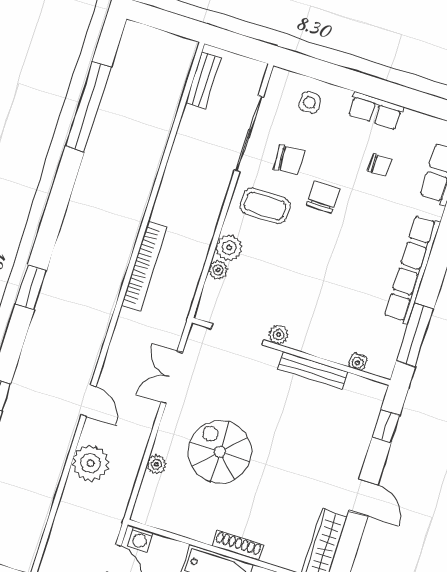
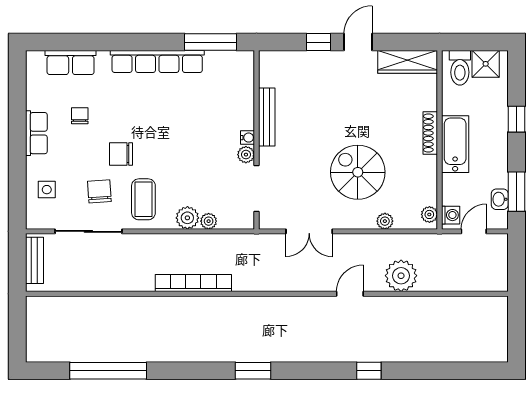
bench: (203, 80) -> (34, 260), moved, turned 90
bookcase: (144, 266) -> (193, 283), moved
window: (31, 287) -> (253, 371), moved
water cooler: (358, 362) -> (248, 138), moved
window: (386, 426) -> (319, 42), moved
spiral stairs: (220, 452) -> (358, 172), turned 90
plant: (148, 516) -> (429, 214), added

